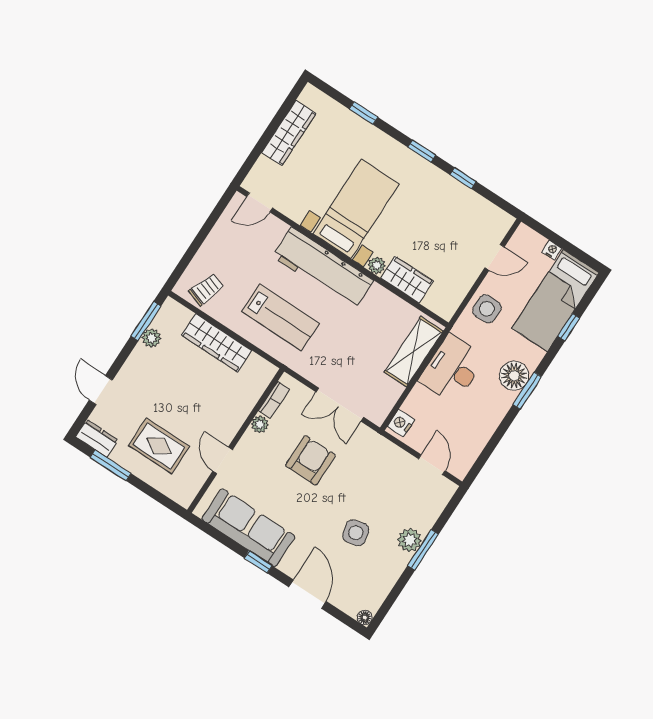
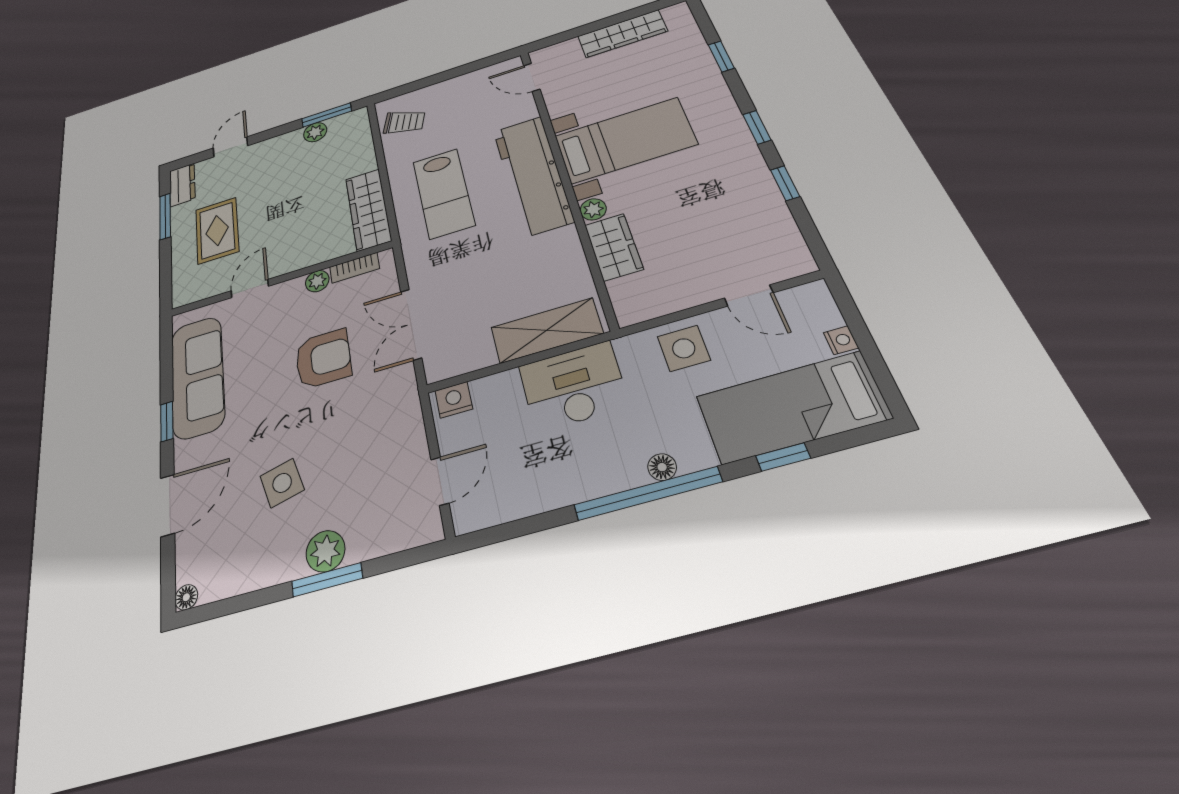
wardrobe: (217, 343) -> (368, 209), moved
floor lamp: (514, 376) -> (662, 467), width x0.53, depth x0.53
window: (527, 391) -> (648, 493), width x2.11

